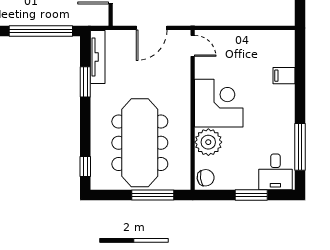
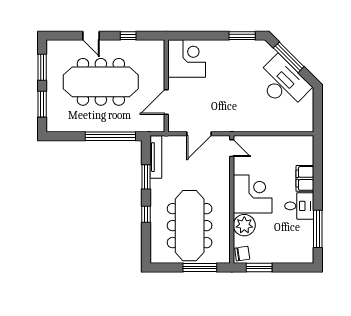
filing cabinet: (284, 76) -> (305, 178), width x2.00
window: (85, 166) -> (146, 214), moved
desk: (275, 172) -> (299, 206), moved, turned -90
window: (251, 195) -> (259, 267), moved

